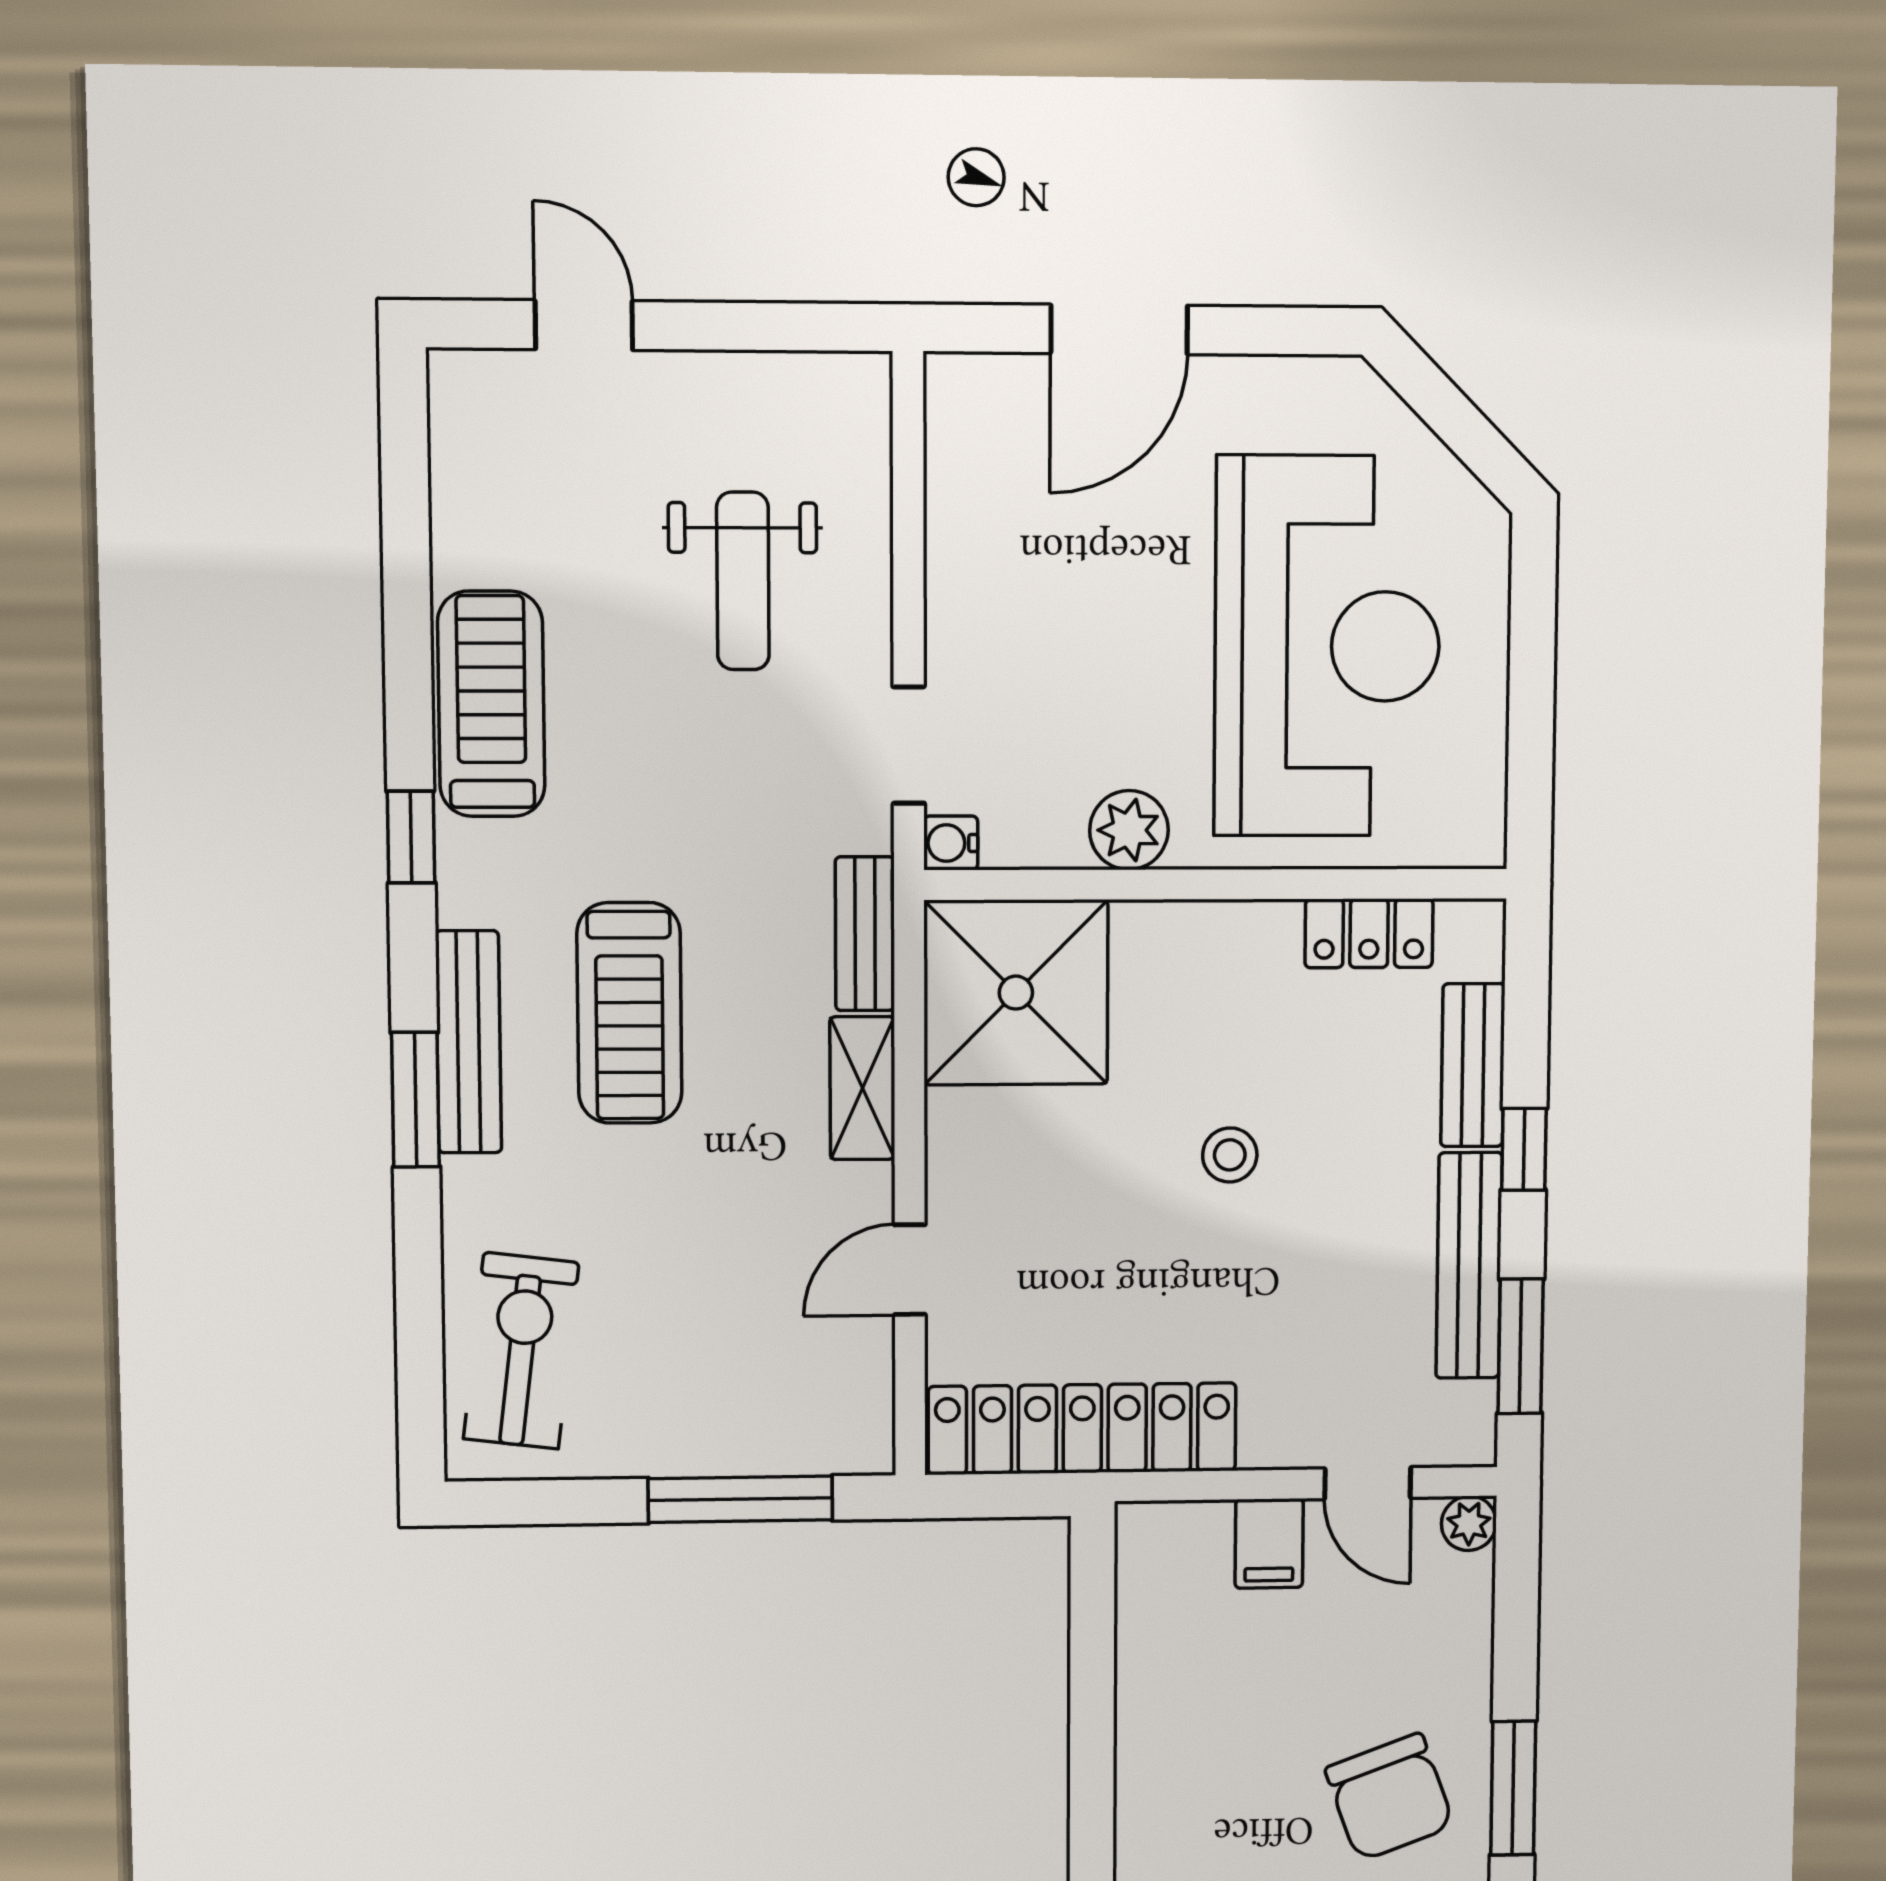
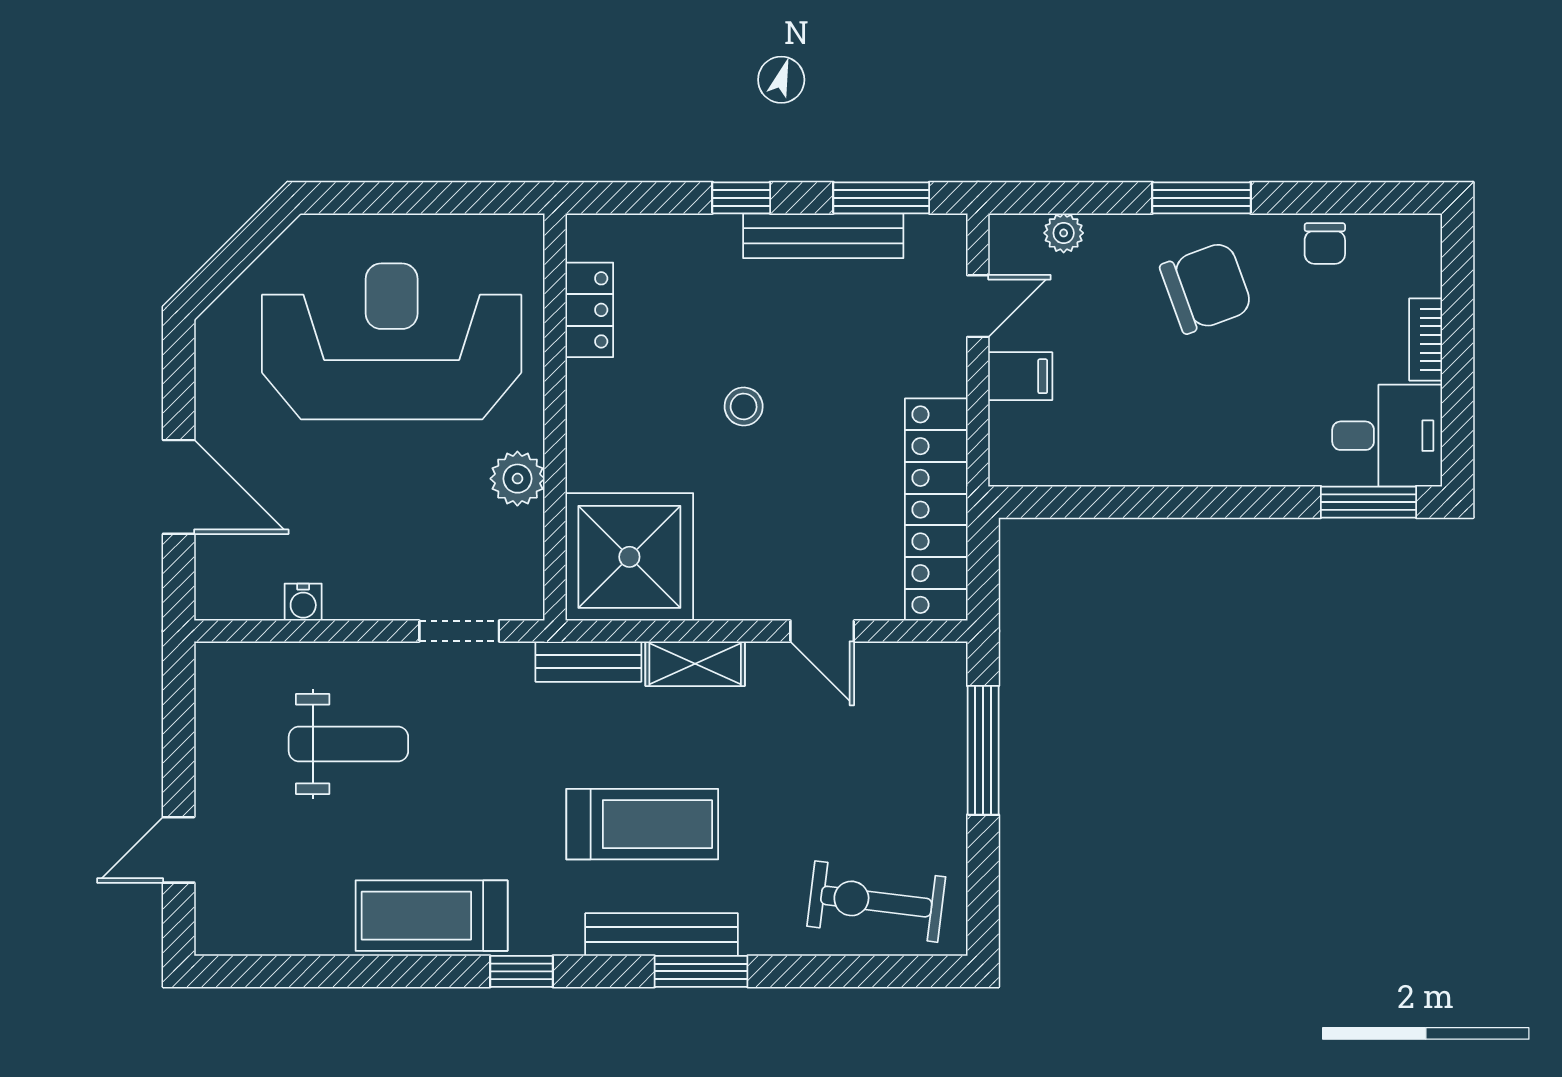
water cooler: (951, 843) -> (303, 602), moved
bench: (1473, 1065) -> (682, 235), removed
plant: (1469, 1523) -> (1064, 233), moved

